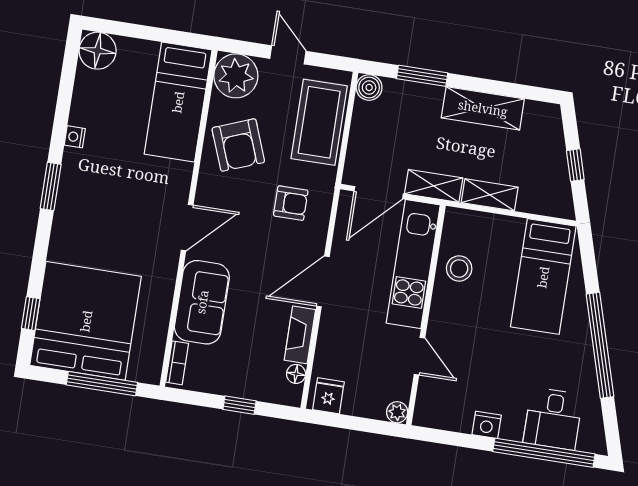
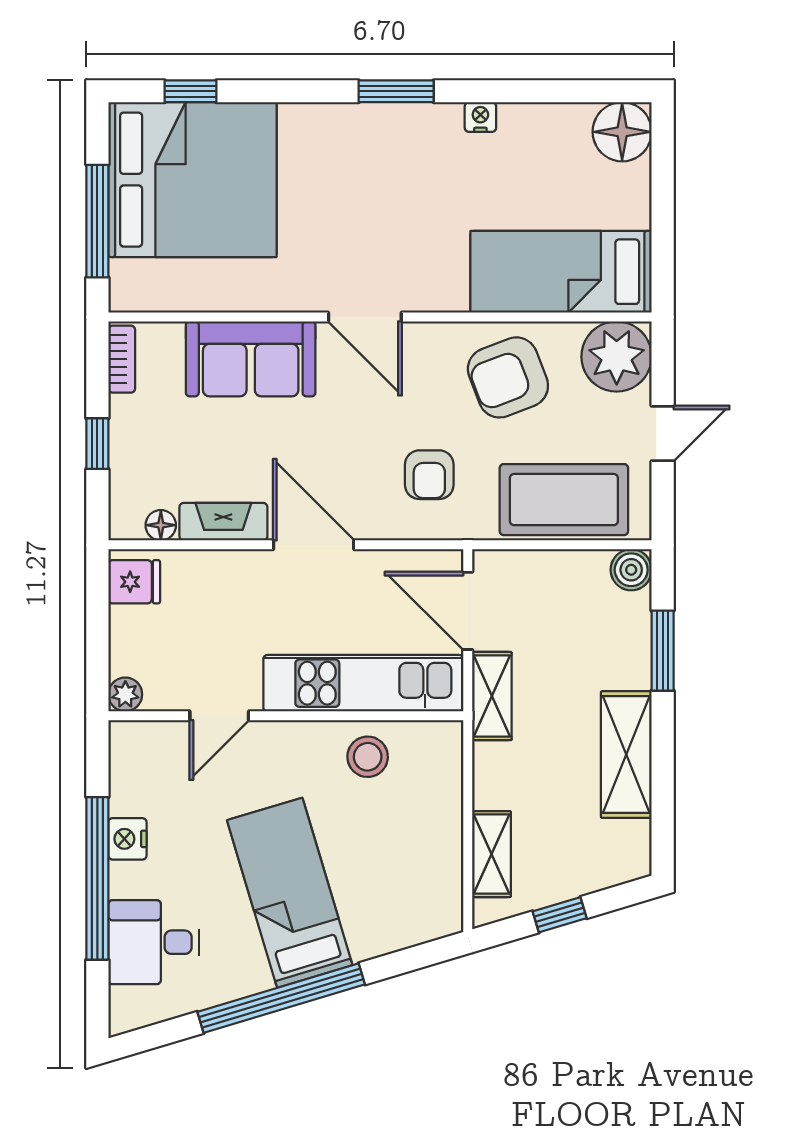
shelving: (490, 195) -> (491, 854), moved
bed: (543, 277) -> (290, 893), moved, turned 73
bookcase: (177, 363) -> (122, 359), moved, turned -90
window: (544, 453) -> (97, 878), moved

